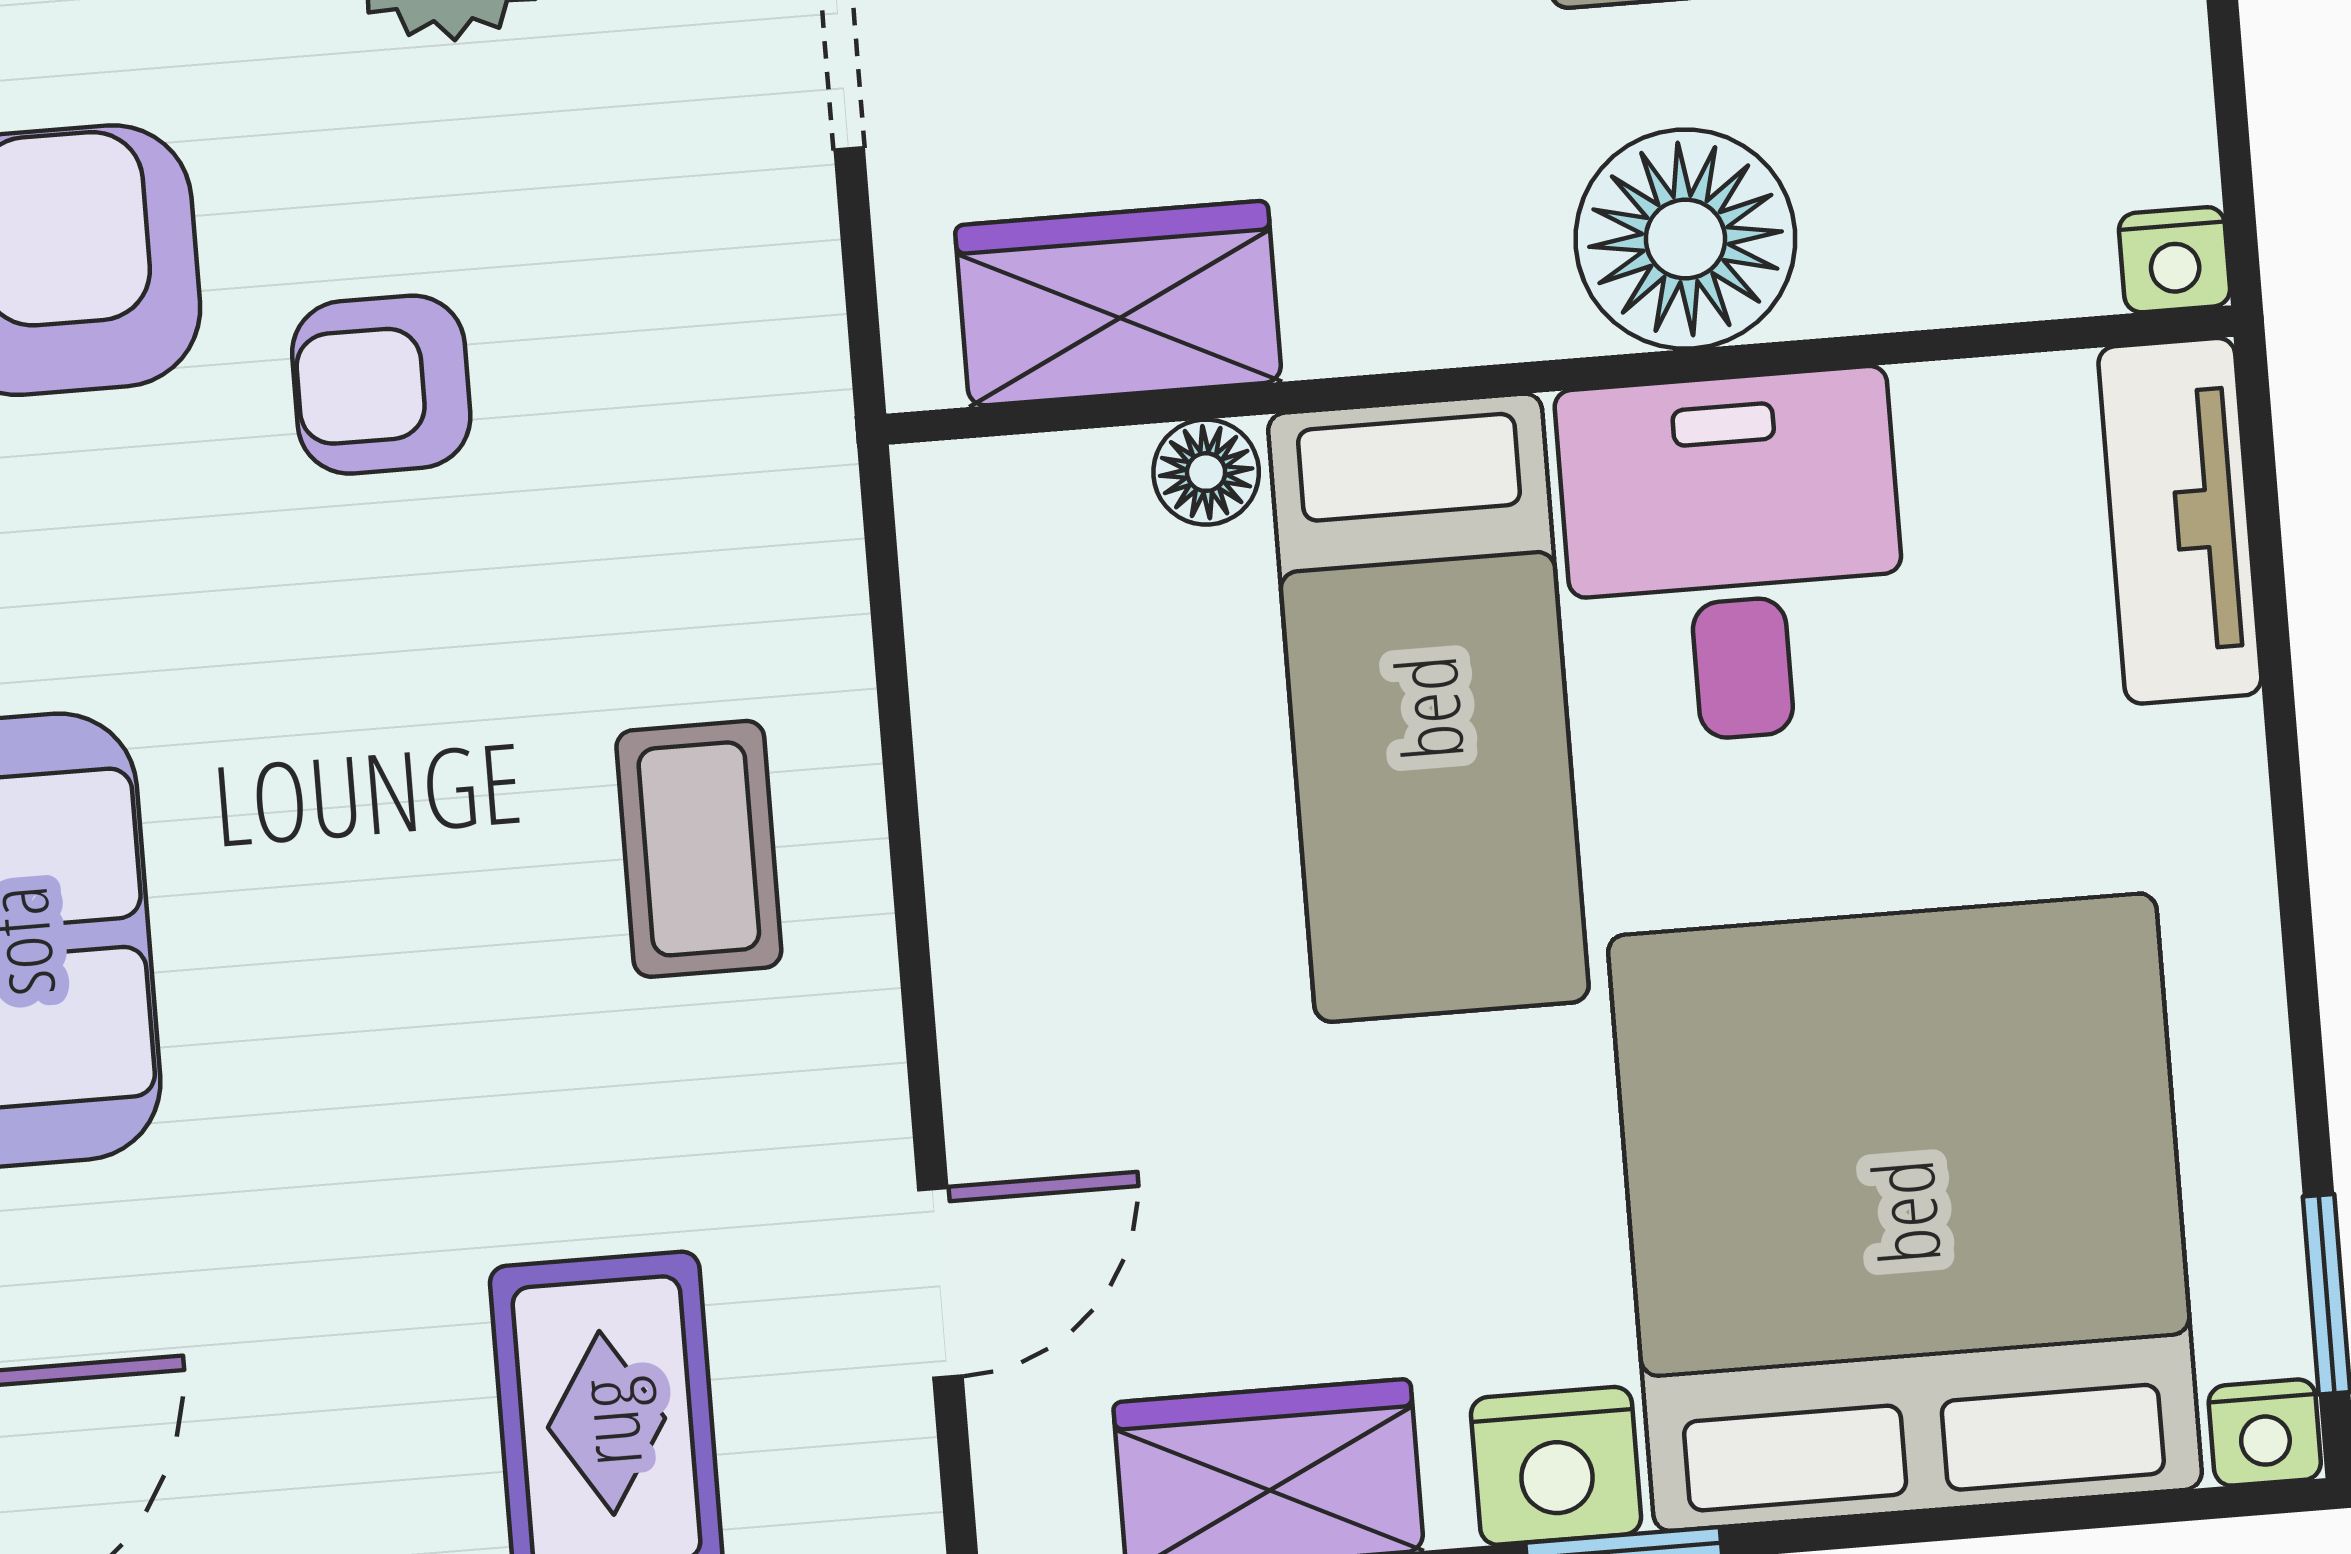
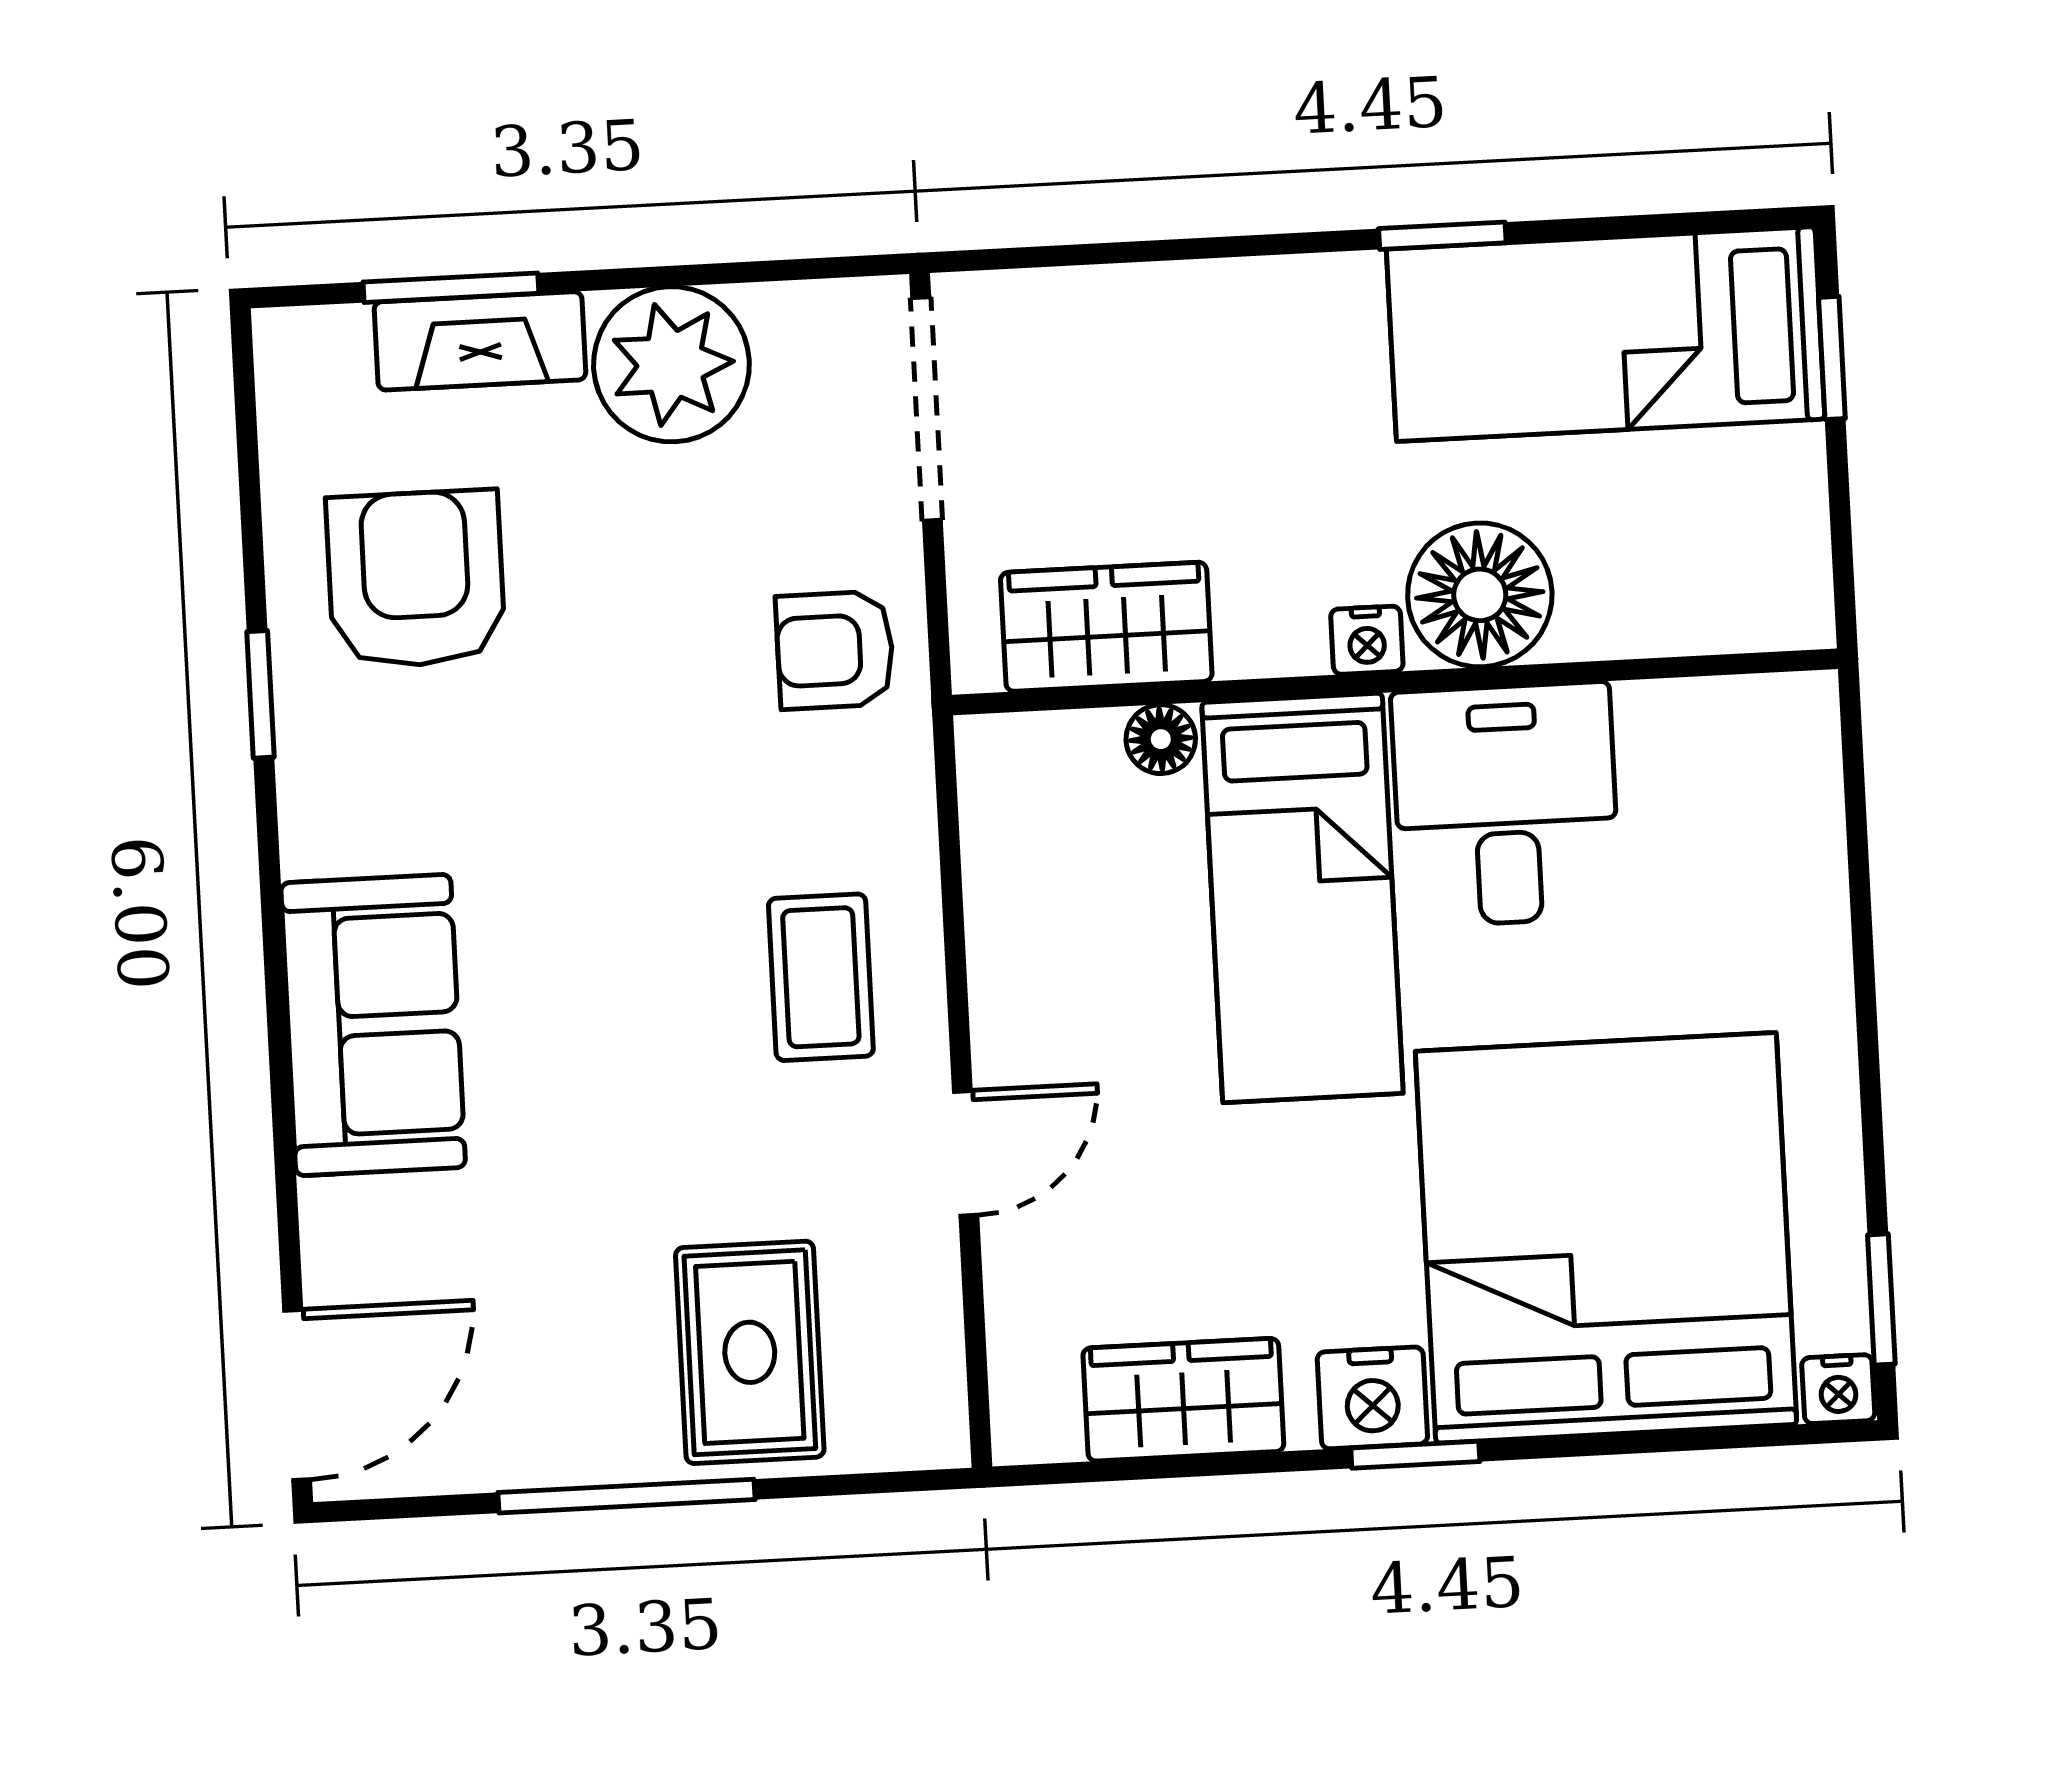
nightstand: (2174, 260) -> (1367, 640), moved
armchair: (381, 385) -> (835, 650), moved
tv unit: (2180, 521) -> (1799, 789), removed
door: (940, 1283) -> (966, 1153), moved

